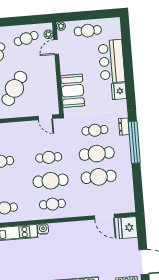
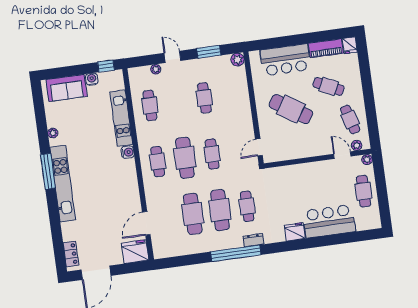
booth: (73, 91) -> (292, 177), removed

